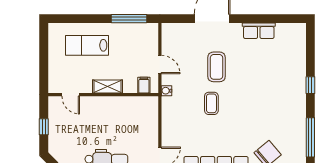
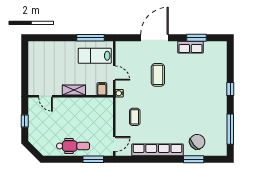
window: (267, 19) -> (197, 38), added
lab bench: (87, 45) -> (95, 56), moved
coffee table: (211, 103) -> (135, 117), moved

